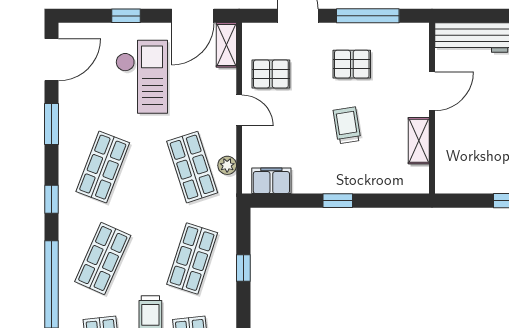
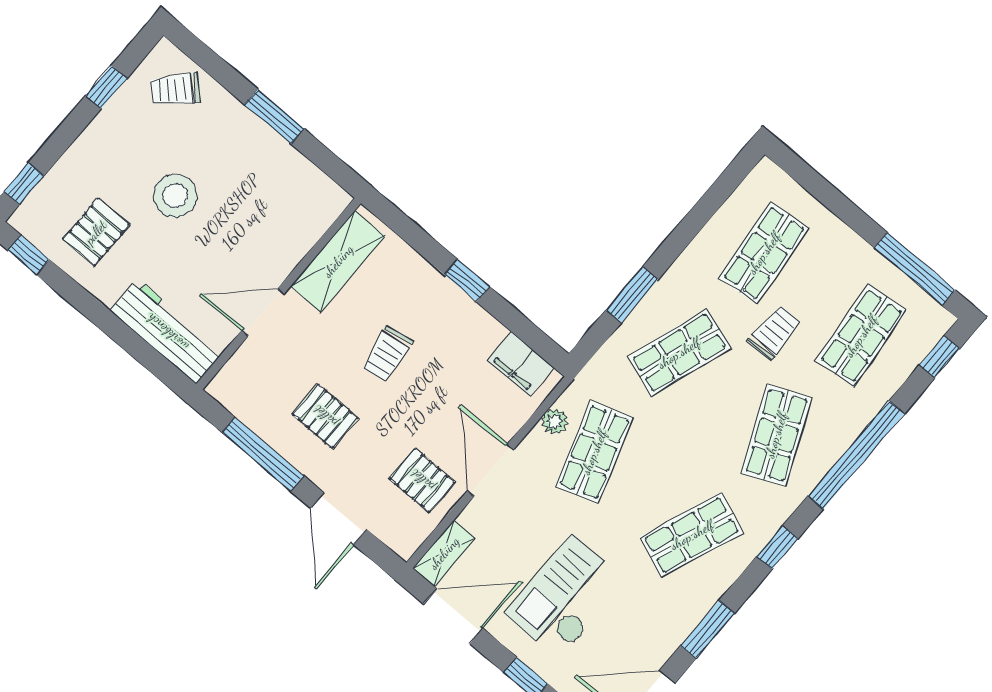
door: (239, 110) -> (491, 470), width x1.38
shelving: (419, 141) -> (338, 261), width x1.50, depth x1.33
shop shelf: (103, 259) -> (776, 435), turned -48
window: (243, 268) -> (632, 295), width x1.50

